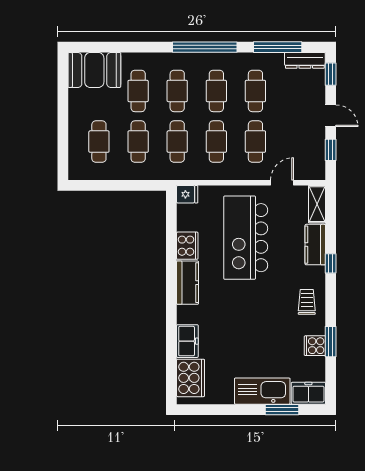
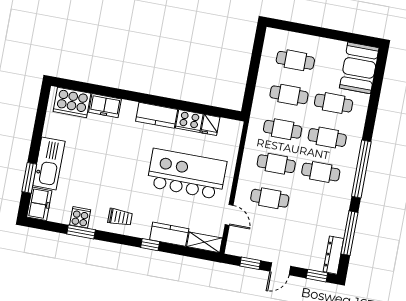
cafe table: (255, 91) -> (314, 206), removed
fridge: (187, 194) -> (210, 125), moved

